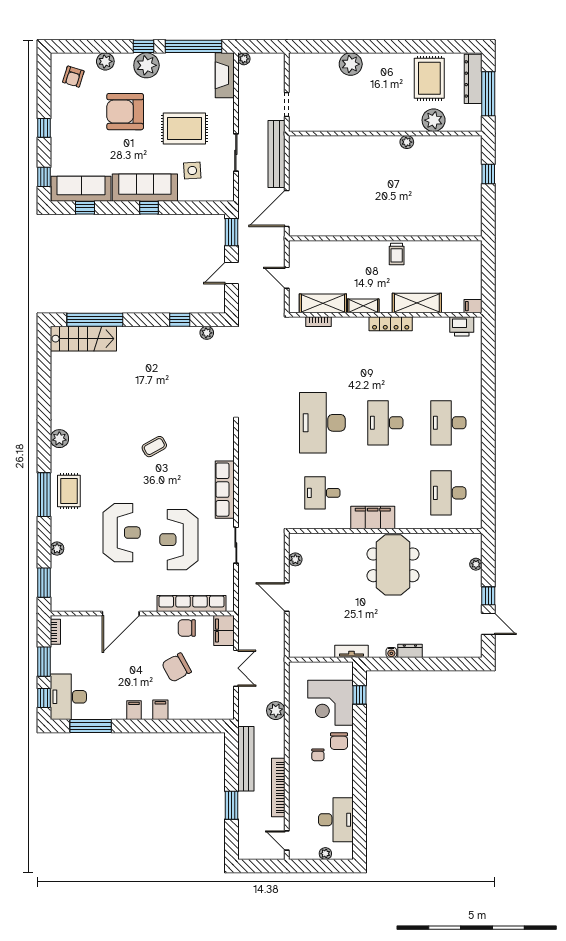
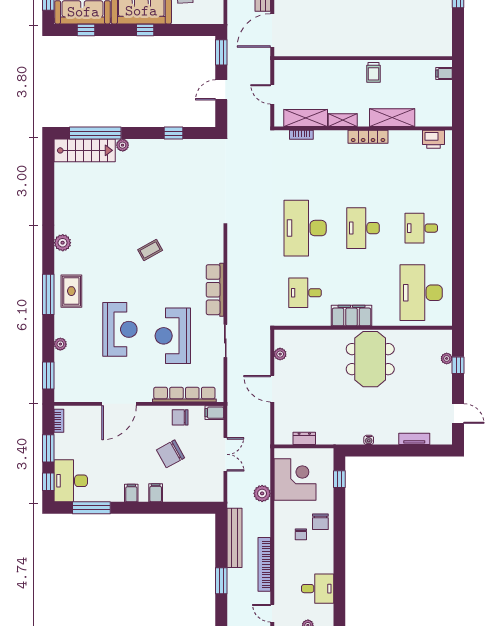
filing cabinet: (473, 306) -> (444, 74), moved
plant: (207, 333) -> (123, 145), moved
desk: (448, 423) -> (421, 228), width x0.73
desk: (448, 493) -> (421, 293), width x1.36, depth x1.30
window: (488, 596) -> (458, 365), moved
filing cabinet: (224, 630) -> (214, 413), width x0.50
tv unit: (352, 651) -> (414, 439), moved
dresser: (410, 651) -> (304, 438), moved
corner desk: (331, 703) -> (295, 480), moved, turned 180
desk: (336, 820) -> (318, 589), width x0.73

